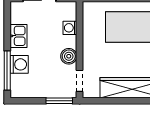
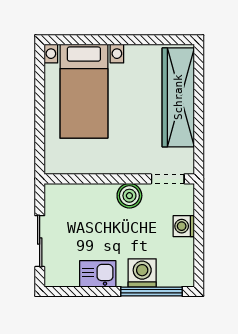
washing machine: (70, 28) -> (184, 226), moved, turned 90
window: (59, 101) -> (199, 210), removed

